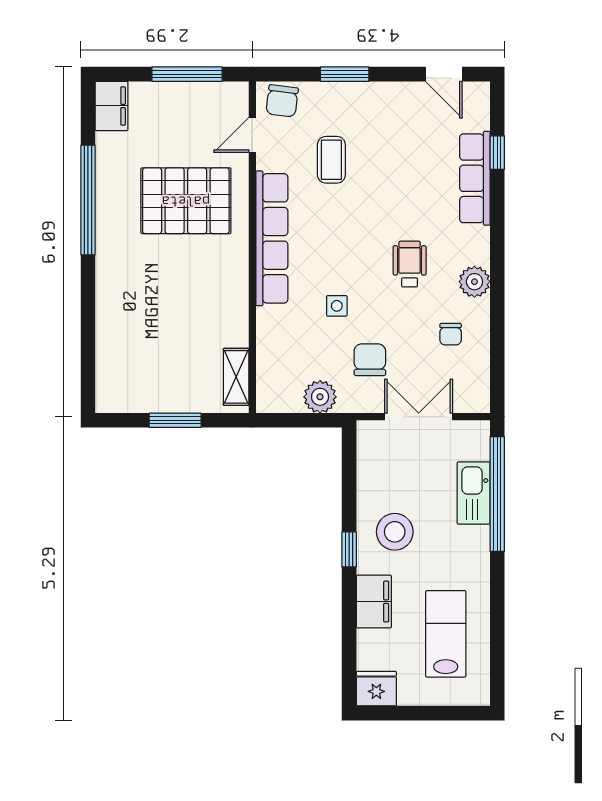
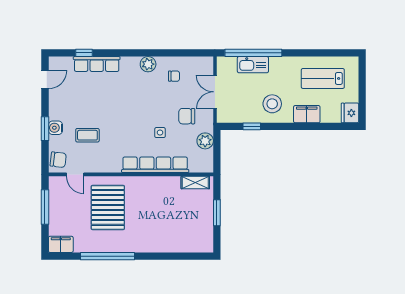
water cooler: (346, 95) -> (55, 128), added
row of seats: (272, 238) -> (155, 165), moved
wheelchair: (410, 264) -> (139, 96), removed
window: (349, 549) -> (252, 126), moved

